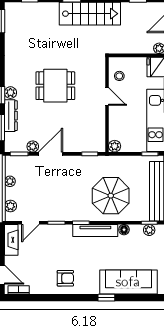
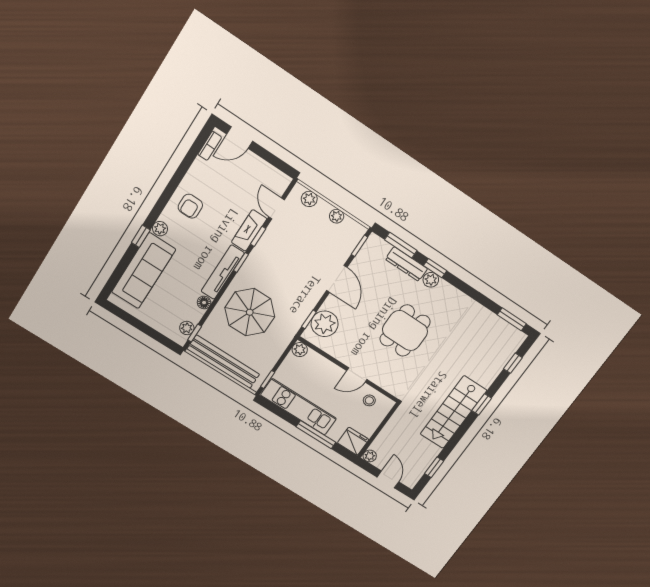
plant: (33, 146) -> (325, 324), moved, width x1.88, depth x1.88
fireplace: (11, 240) -> (249, 230), moved, turned 90
plant: (93, 289) -> (160, 229), added

